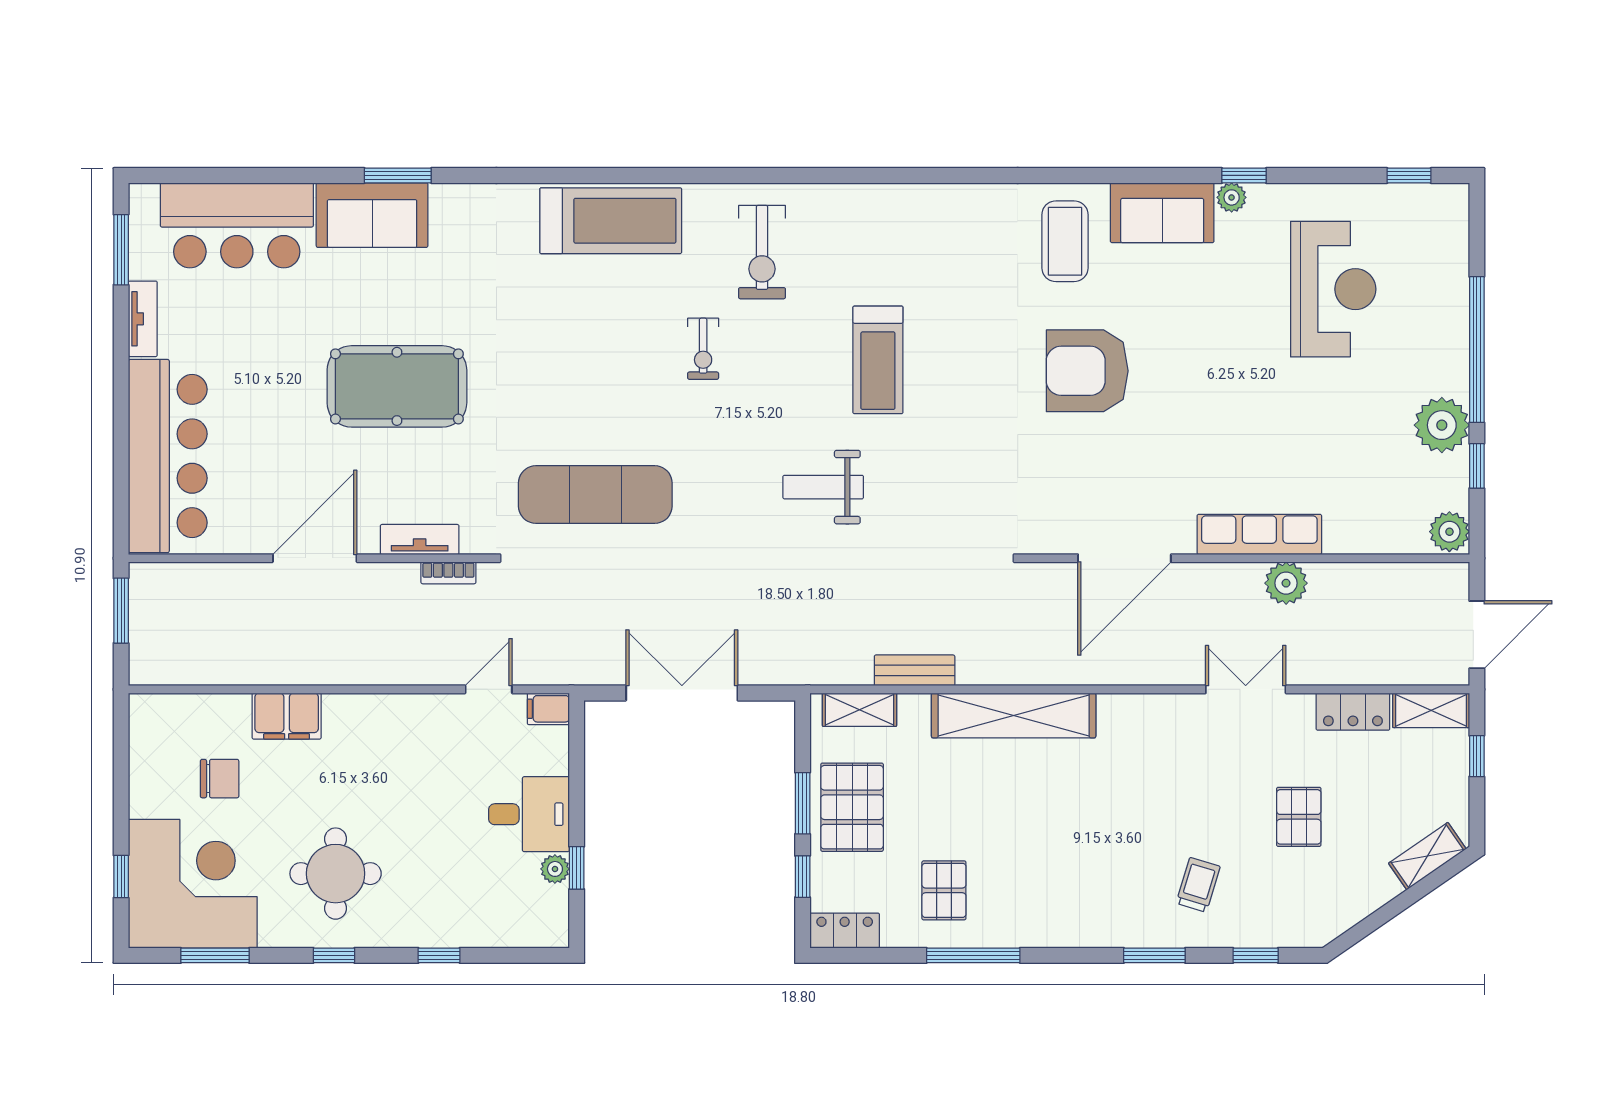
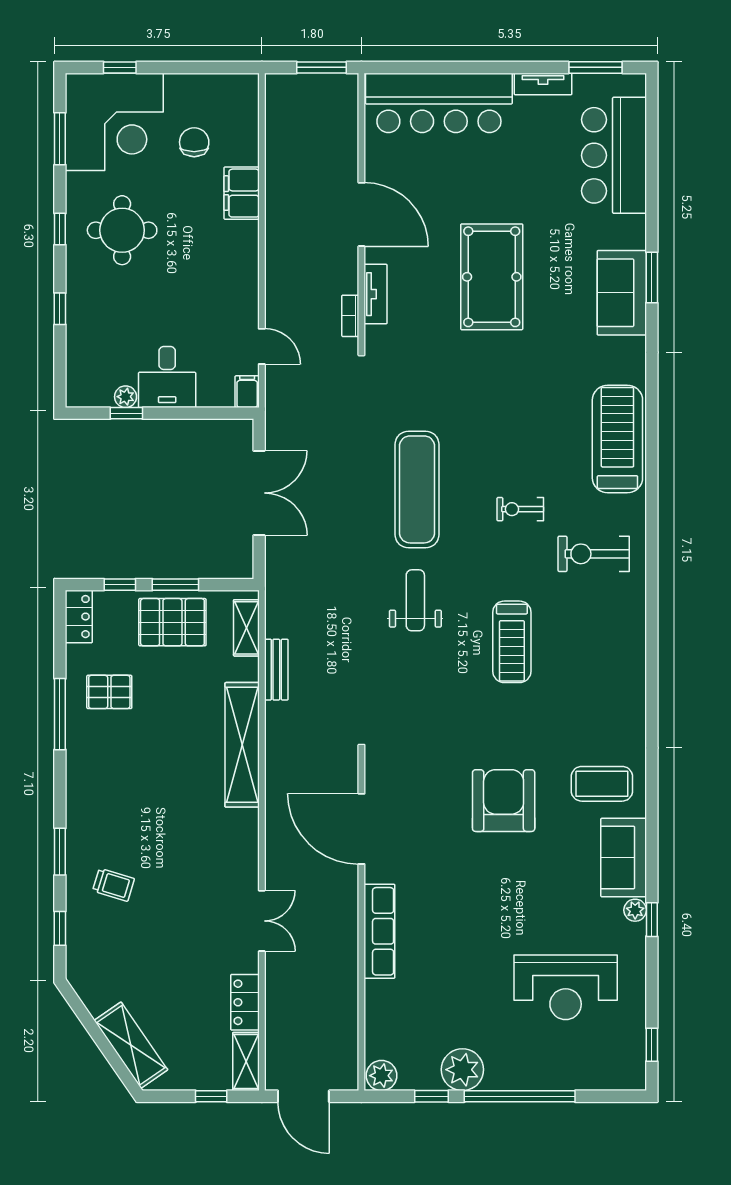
sofa: (372, 215) -> (622, 293), moved
treadmill: (611, 221) -> (617, 439), turned 180
treadmill: (878, 360) -> (512, 642), turned -90
exercise mat: (595, 495) -> (417, 489), moved
plant: (1286, 583) -> (342, 952), removed
chair: (220, 779) -> (194, 142), turned 180
pallet: (1299, 817) -> (165, 961), removed
shelving: (1427, 856) -> (131, 1045), width x1.50, depth x1.33

